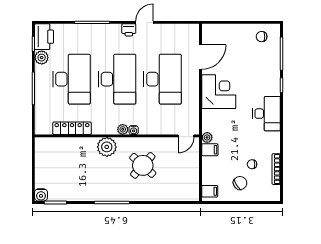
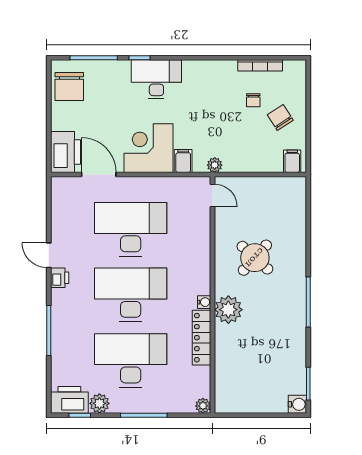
printer: (216, 34) -> (65, 152), added
chair: (262, 37) -> (69, 86), width x1.87, depth x1.87
desk: (267, 114) -> (156, 79), moved
locker: (72, 128) -> (201, 338), moved
plant: (123, 129) -> (203, 406), moved
water cooler: (134, 130) -> (204, 302), moved
filing cabinet: (210, 150) -> (183, 161), moved

